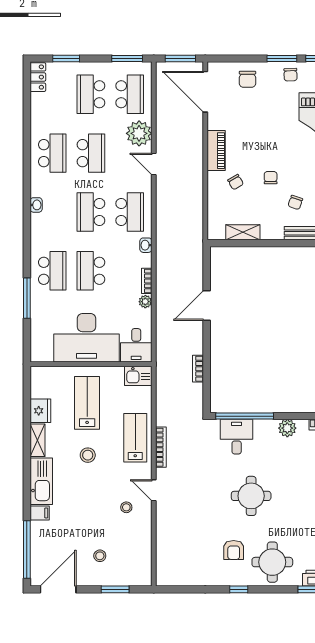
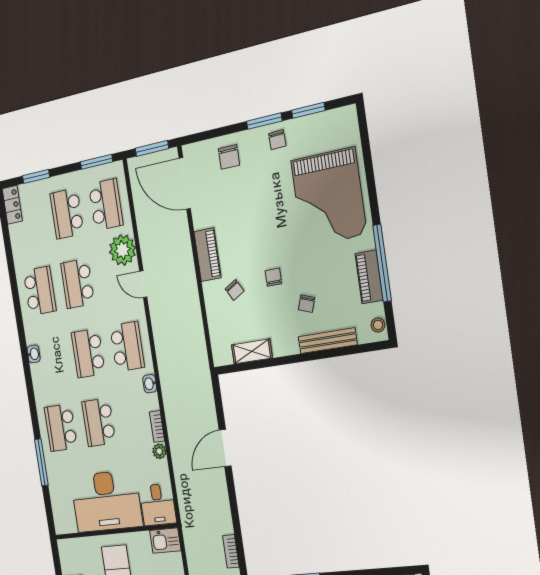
school desk: (91, 153) -> (77, 283), turned 180
school desk: (52, 271) -> (61, 428), turned 180
bookcase: (198, 369) -> (231, 551), moved

